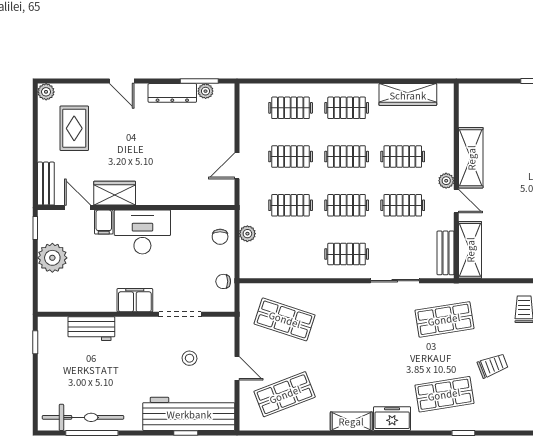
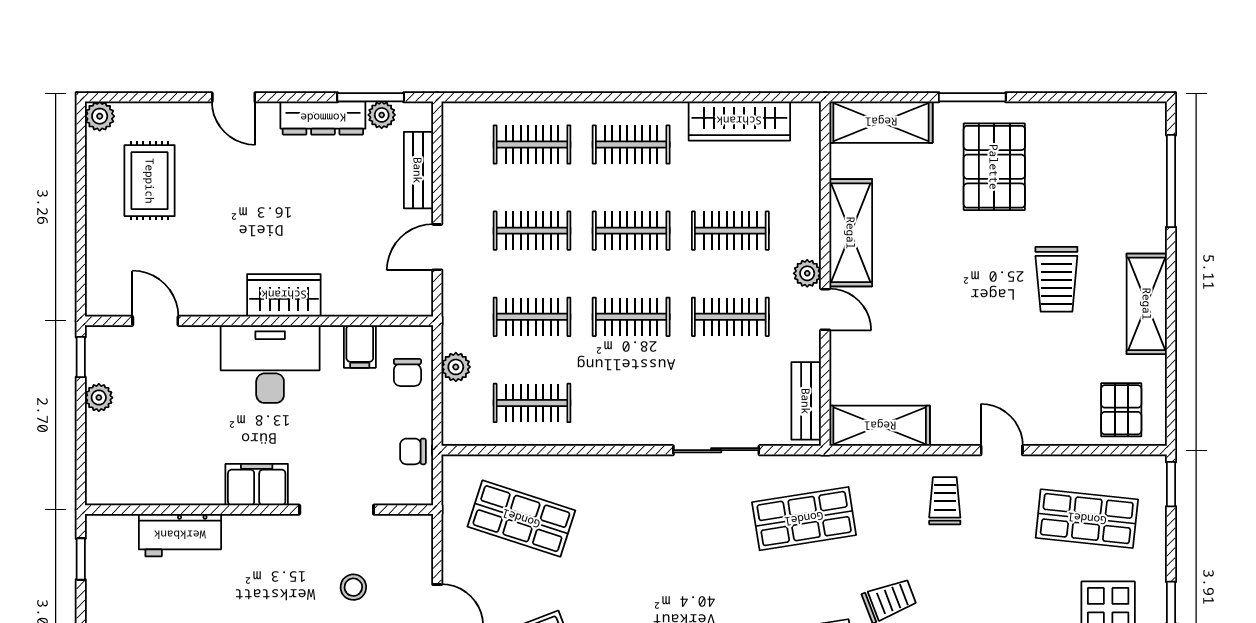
shelving: (488, 95) -> (881, 122), added
bench: (46, 184) -> (418, 170), moved
wardrobe: (115, 193) -> (284, 295), moved
filing cabinet: (104, 222) -> (360, 346), moved
shelving: (470, 250) -> (880, 426), moved, turned 90
clothes rail: (347, 254) -> (532, 403), moved
plant: (52, 258) -> (99, 398), width x0.53, depth x0.53

